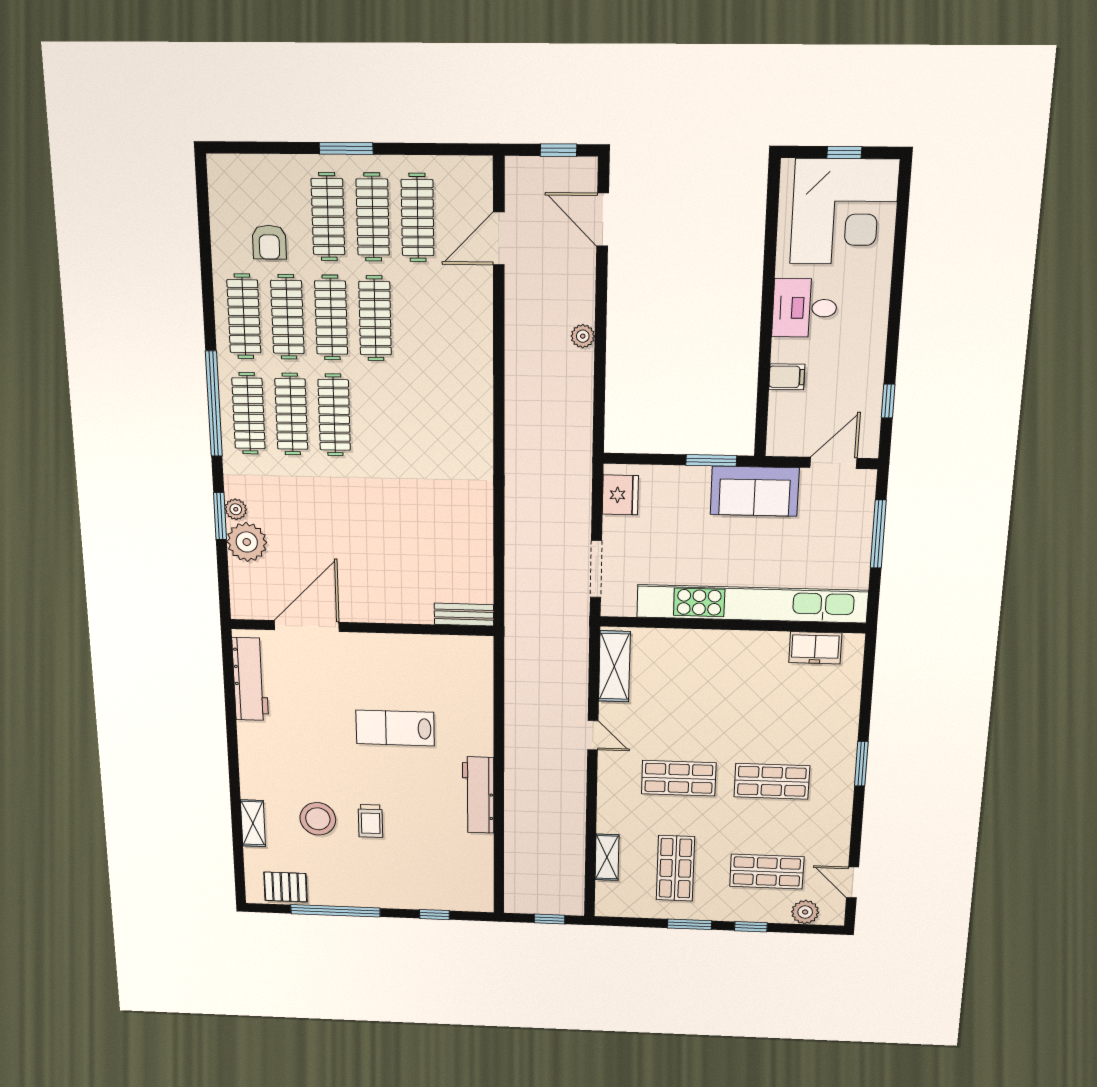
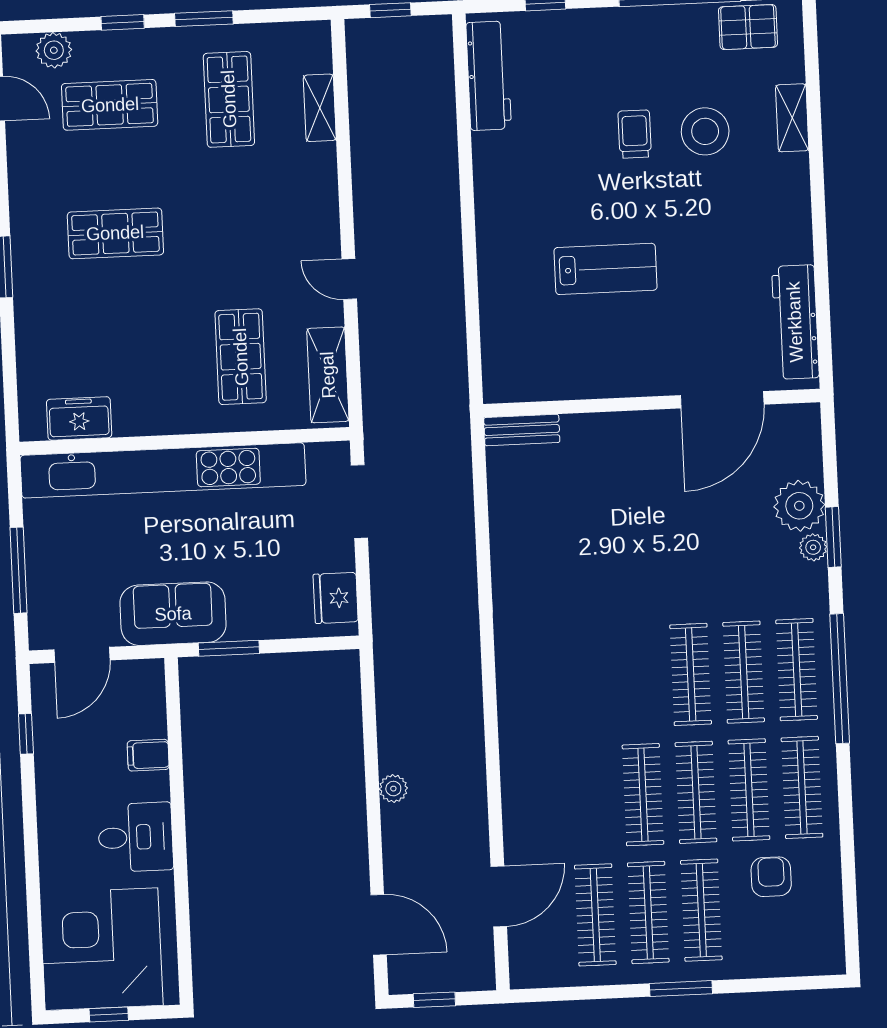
shop shelf: (679, 778) -> (241, 357), moved, turned 90
workbench: (478, 795) -> (489, 76), moved

